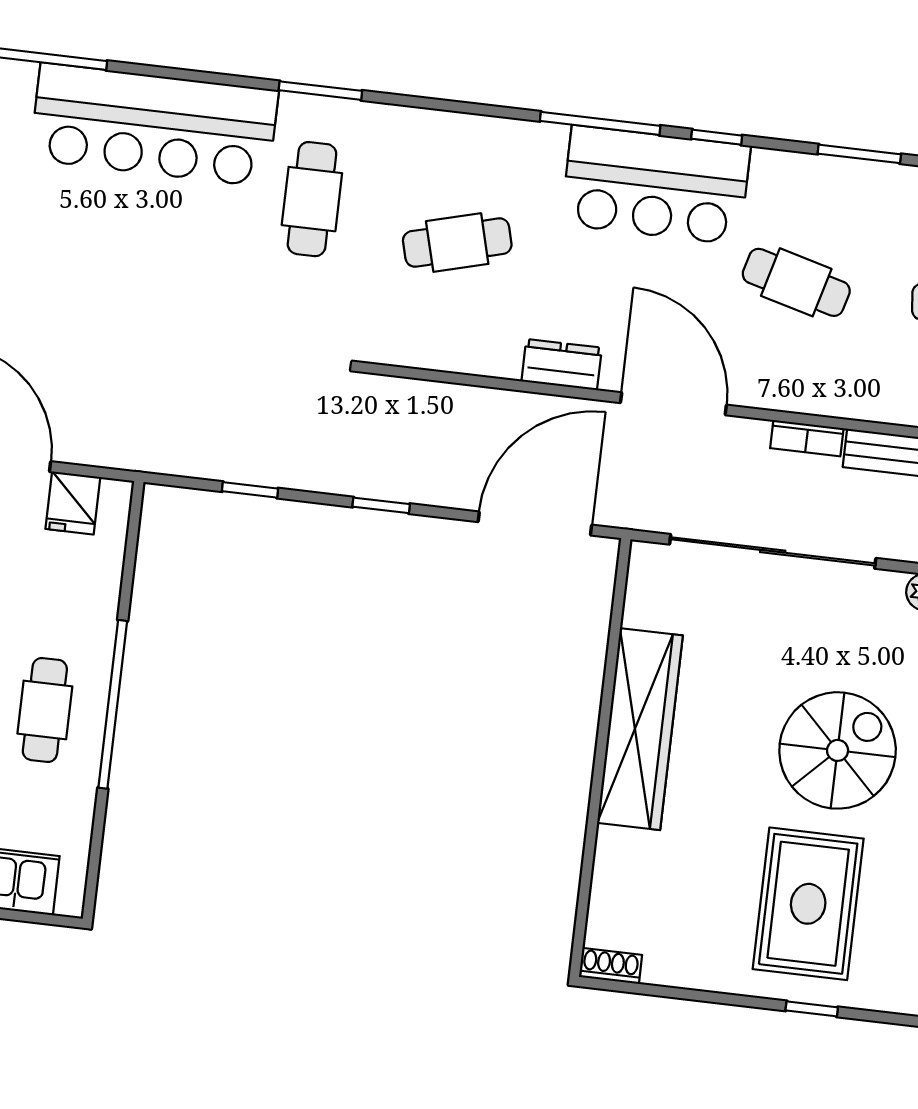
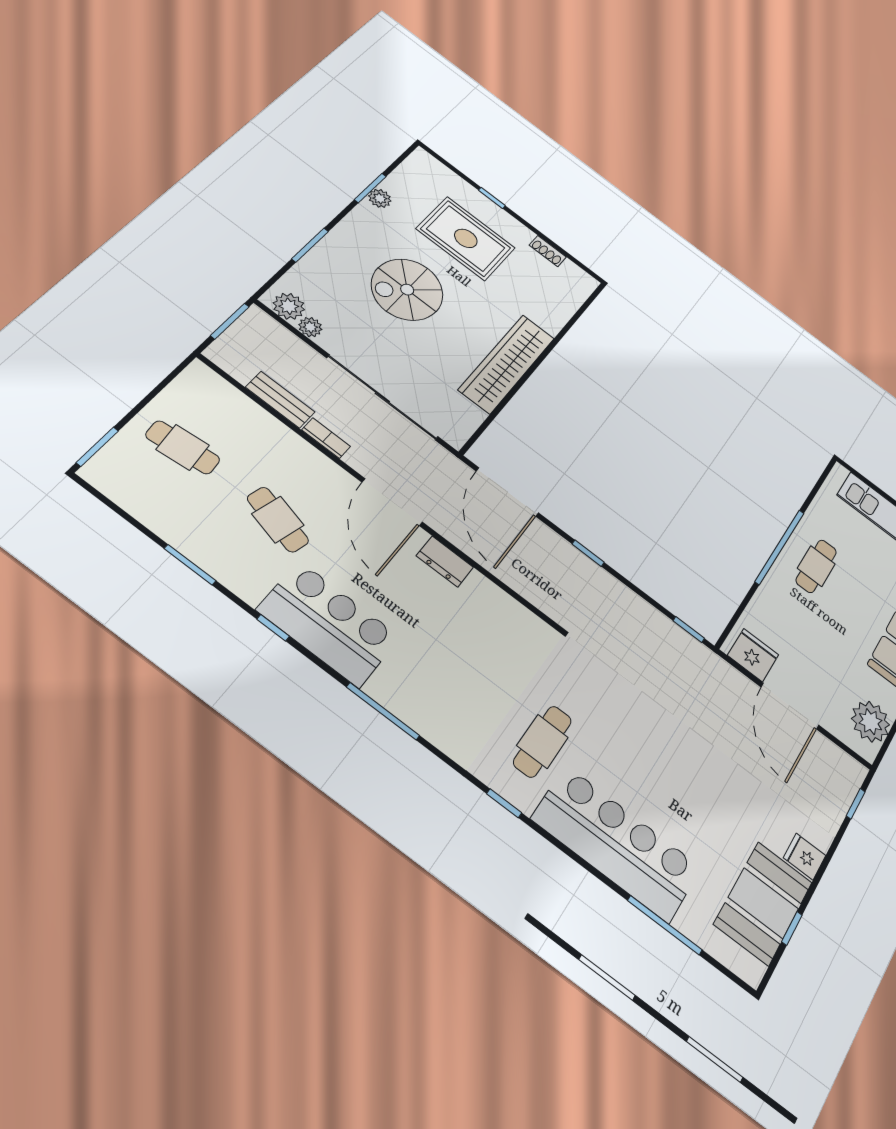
window: (320, 91) -> (504, 803), width x0.67
window: (600, 123) -> (383, 711), moved
cafe table: (457, 243) -> (468, 664), removed
window: (250, 490) -> (689, 629), moved
fridge: (73, 503) -> (753, 655), width x1.38
door: (535, 523) -> (507, 492), hinge flipped
rug: (808, 904) -> (466, 238), turned 90
shoe rack: (611, 966) -> (548, 251), moved

